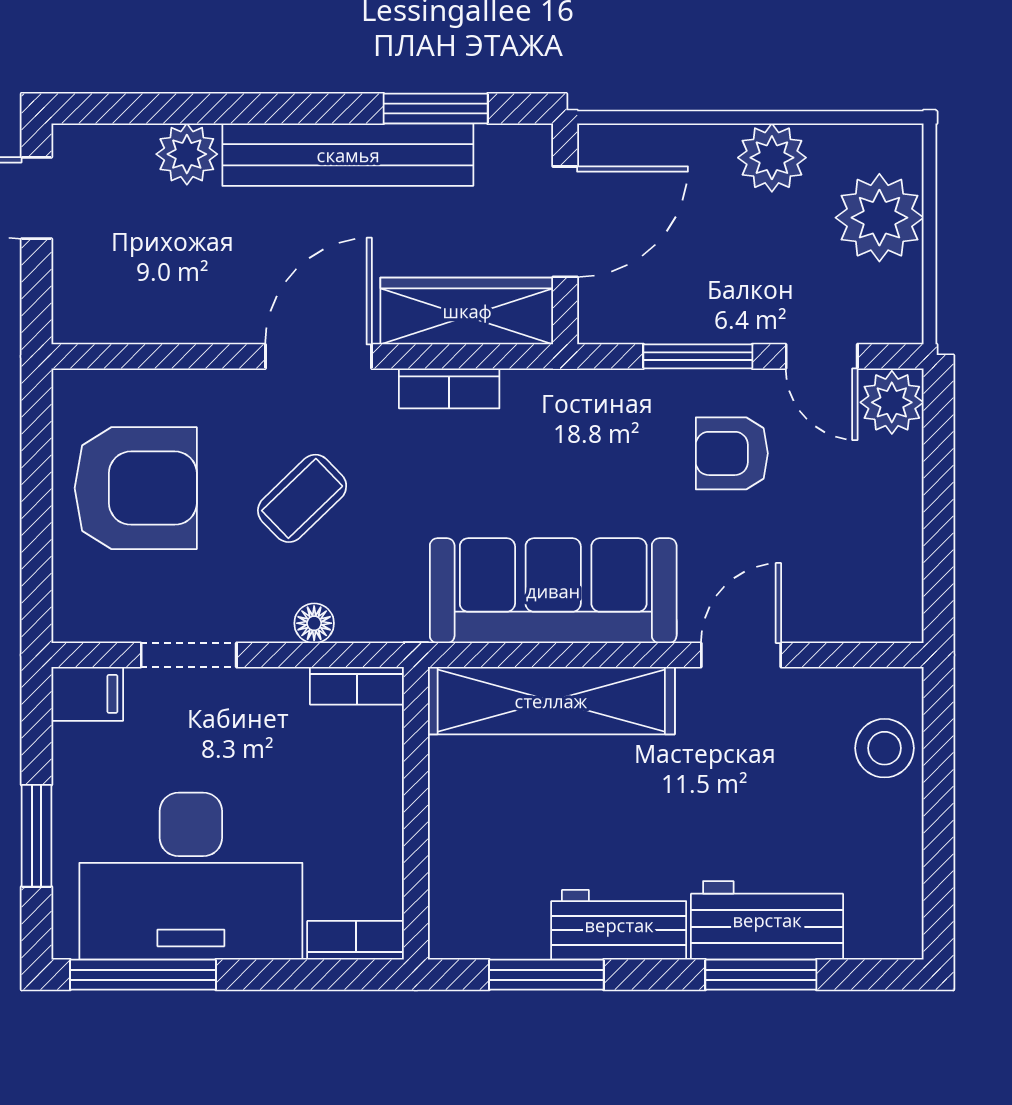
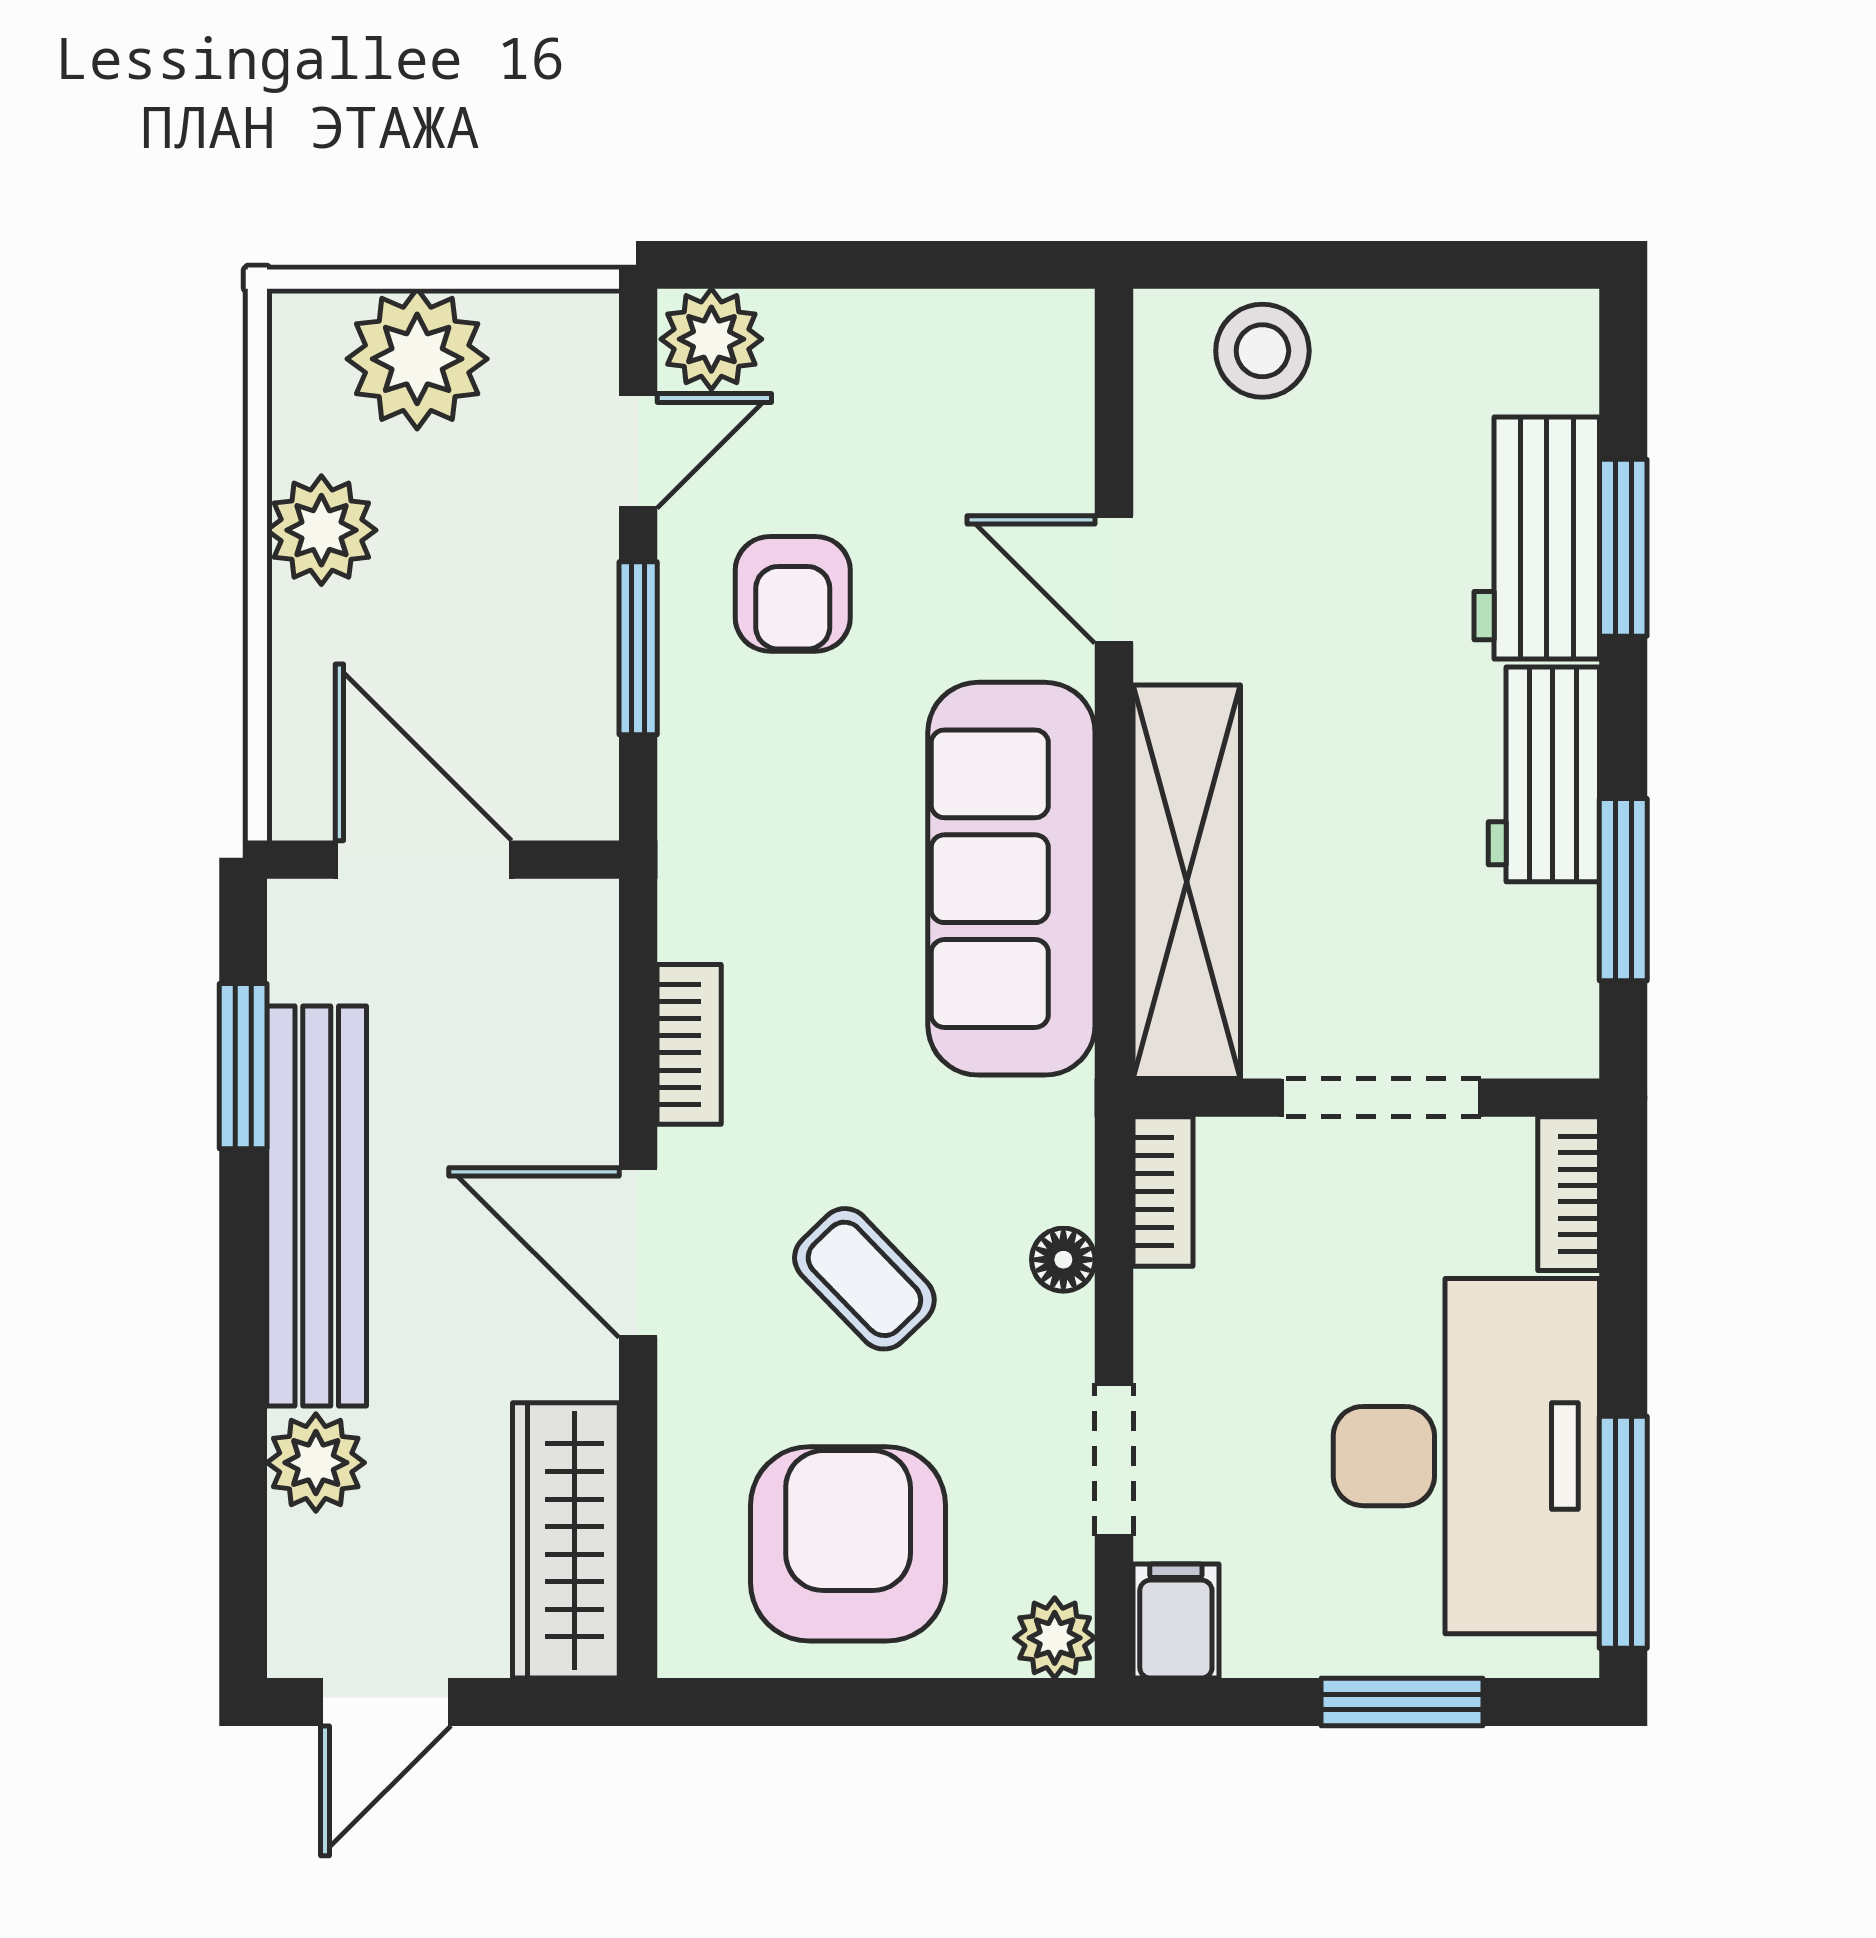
wardrobe: (467, 311) -> (566, 1540), moved
plant: (77, 618) -> (1055, 1638), added
doorway: (416, 823) -> (1381, 1098), added

